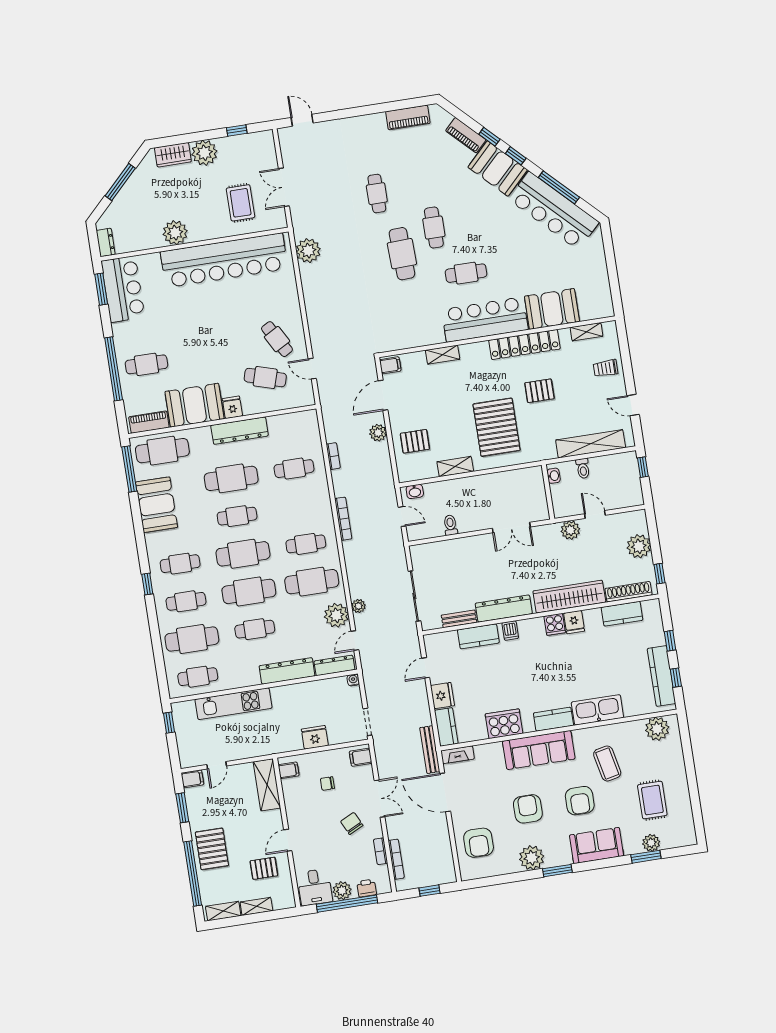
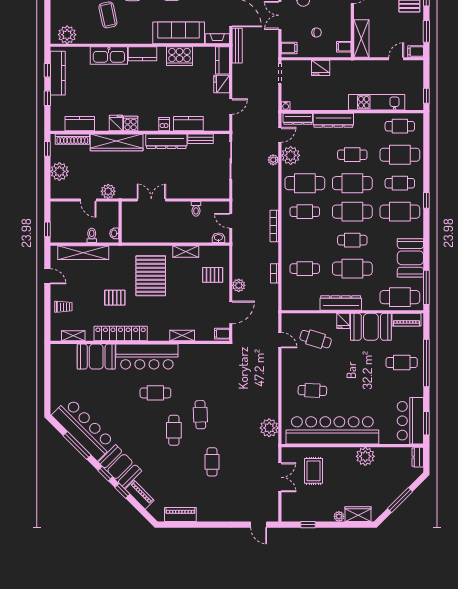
plant: (204, 153) -> (339, 516), width x0.53, depth x0.53
cafe table: (402, 254) -> (200, 415), width x0.73, depth x0.74
cafe table: (277, 339) -> (312, 390), moved, turned -59
cafe table: (180, 564) -> (400, 212), width x1.37, depth x1.35
sofa: (539, 750) -> (179, 33), moved

